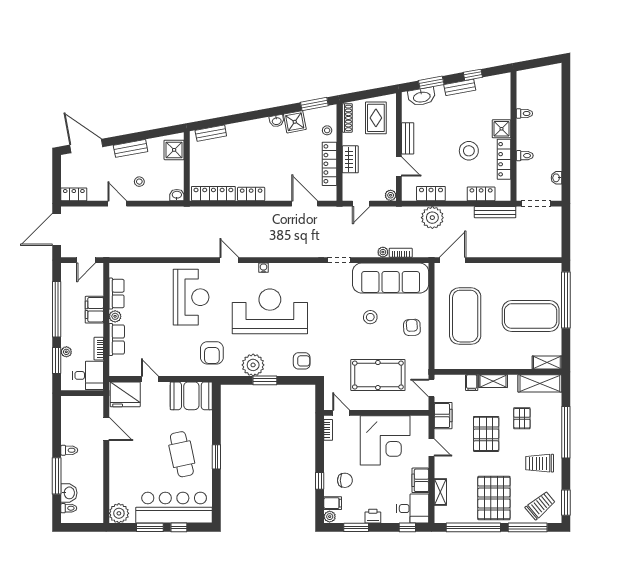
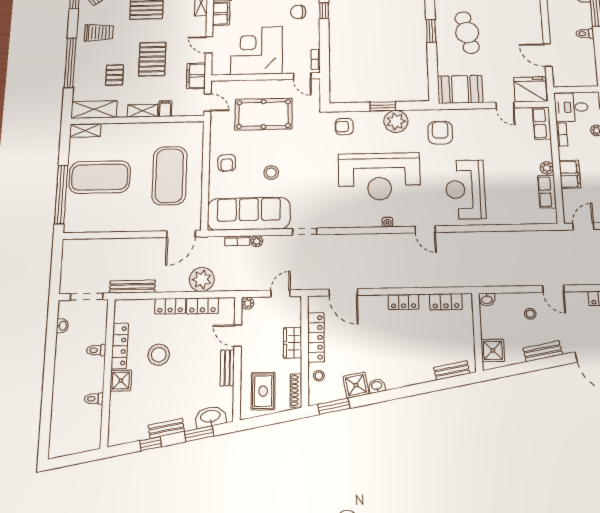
locker: (213, 194) -> (446, 302), width x0.66
locker: (481, 194) -> (170, 306), moved
row of seats: (117, 339) -> (542, 123), moved

